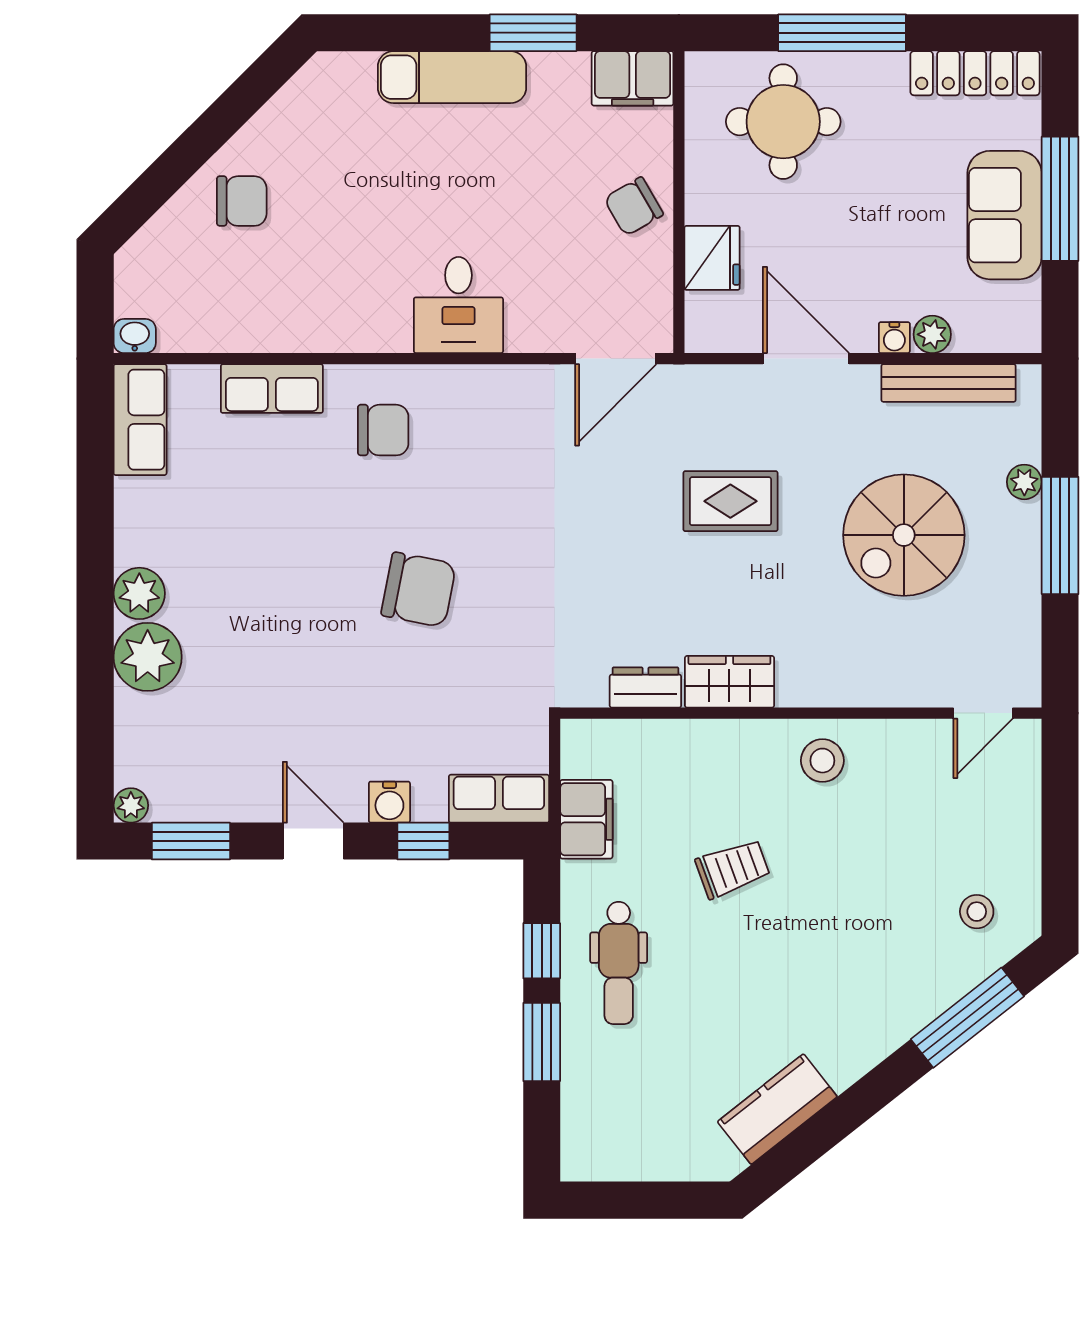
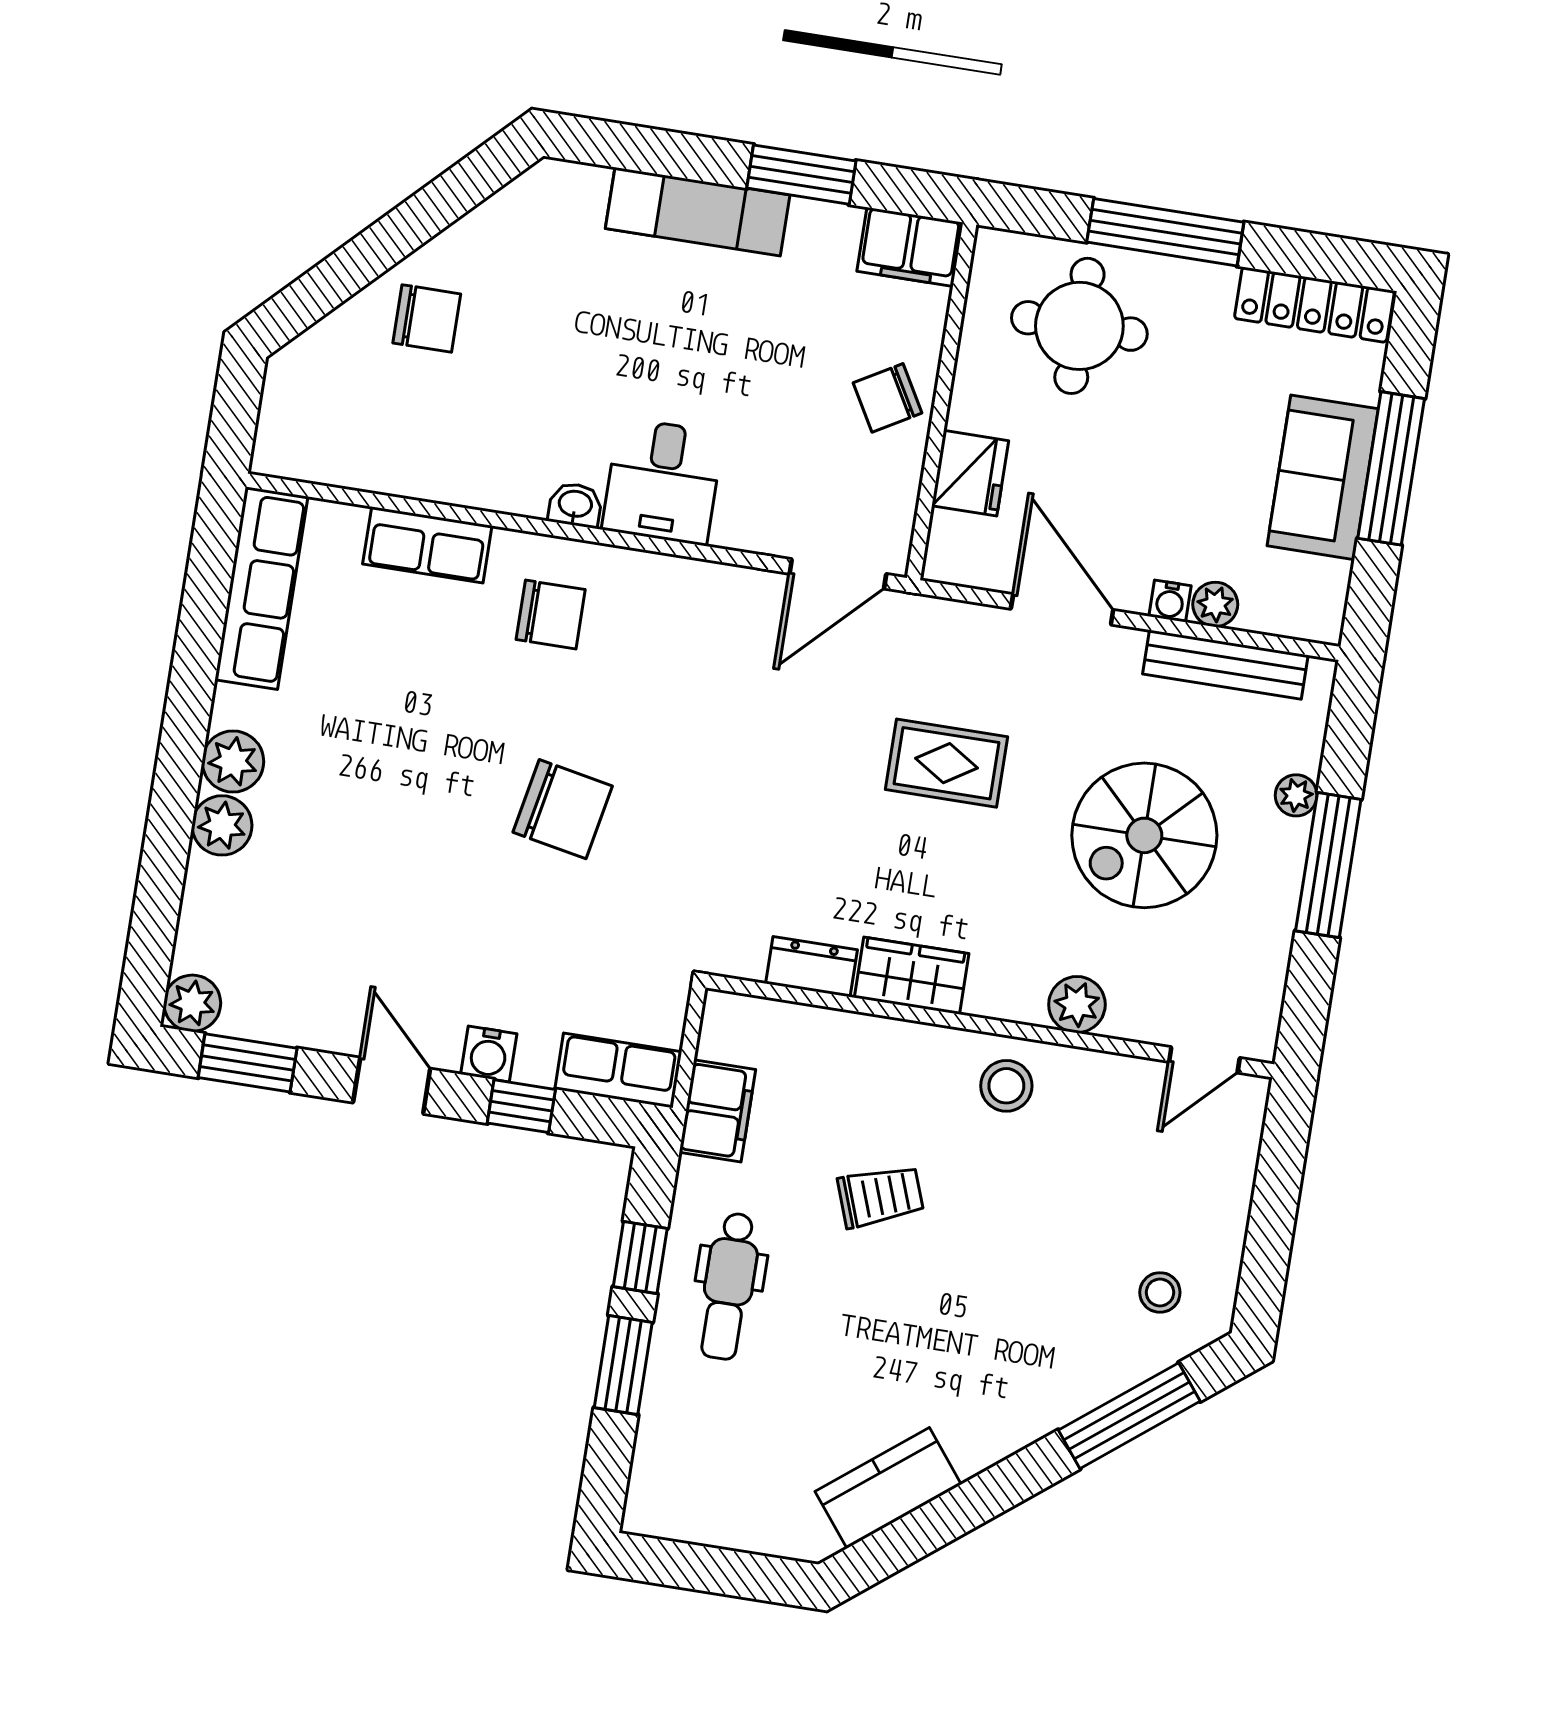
washbasin: (135, 336) -> (575, 505), moved
row of seats: (140, 420) -> (261, 588), width x1.48
plant: (148, 657) -> (222, 825), width x0.73, depth x0.73
plant: (870, 684) -> (1077, 1005), added
plant: (131, 805) -> (192, 1003), width x1.38, depth x1.38

